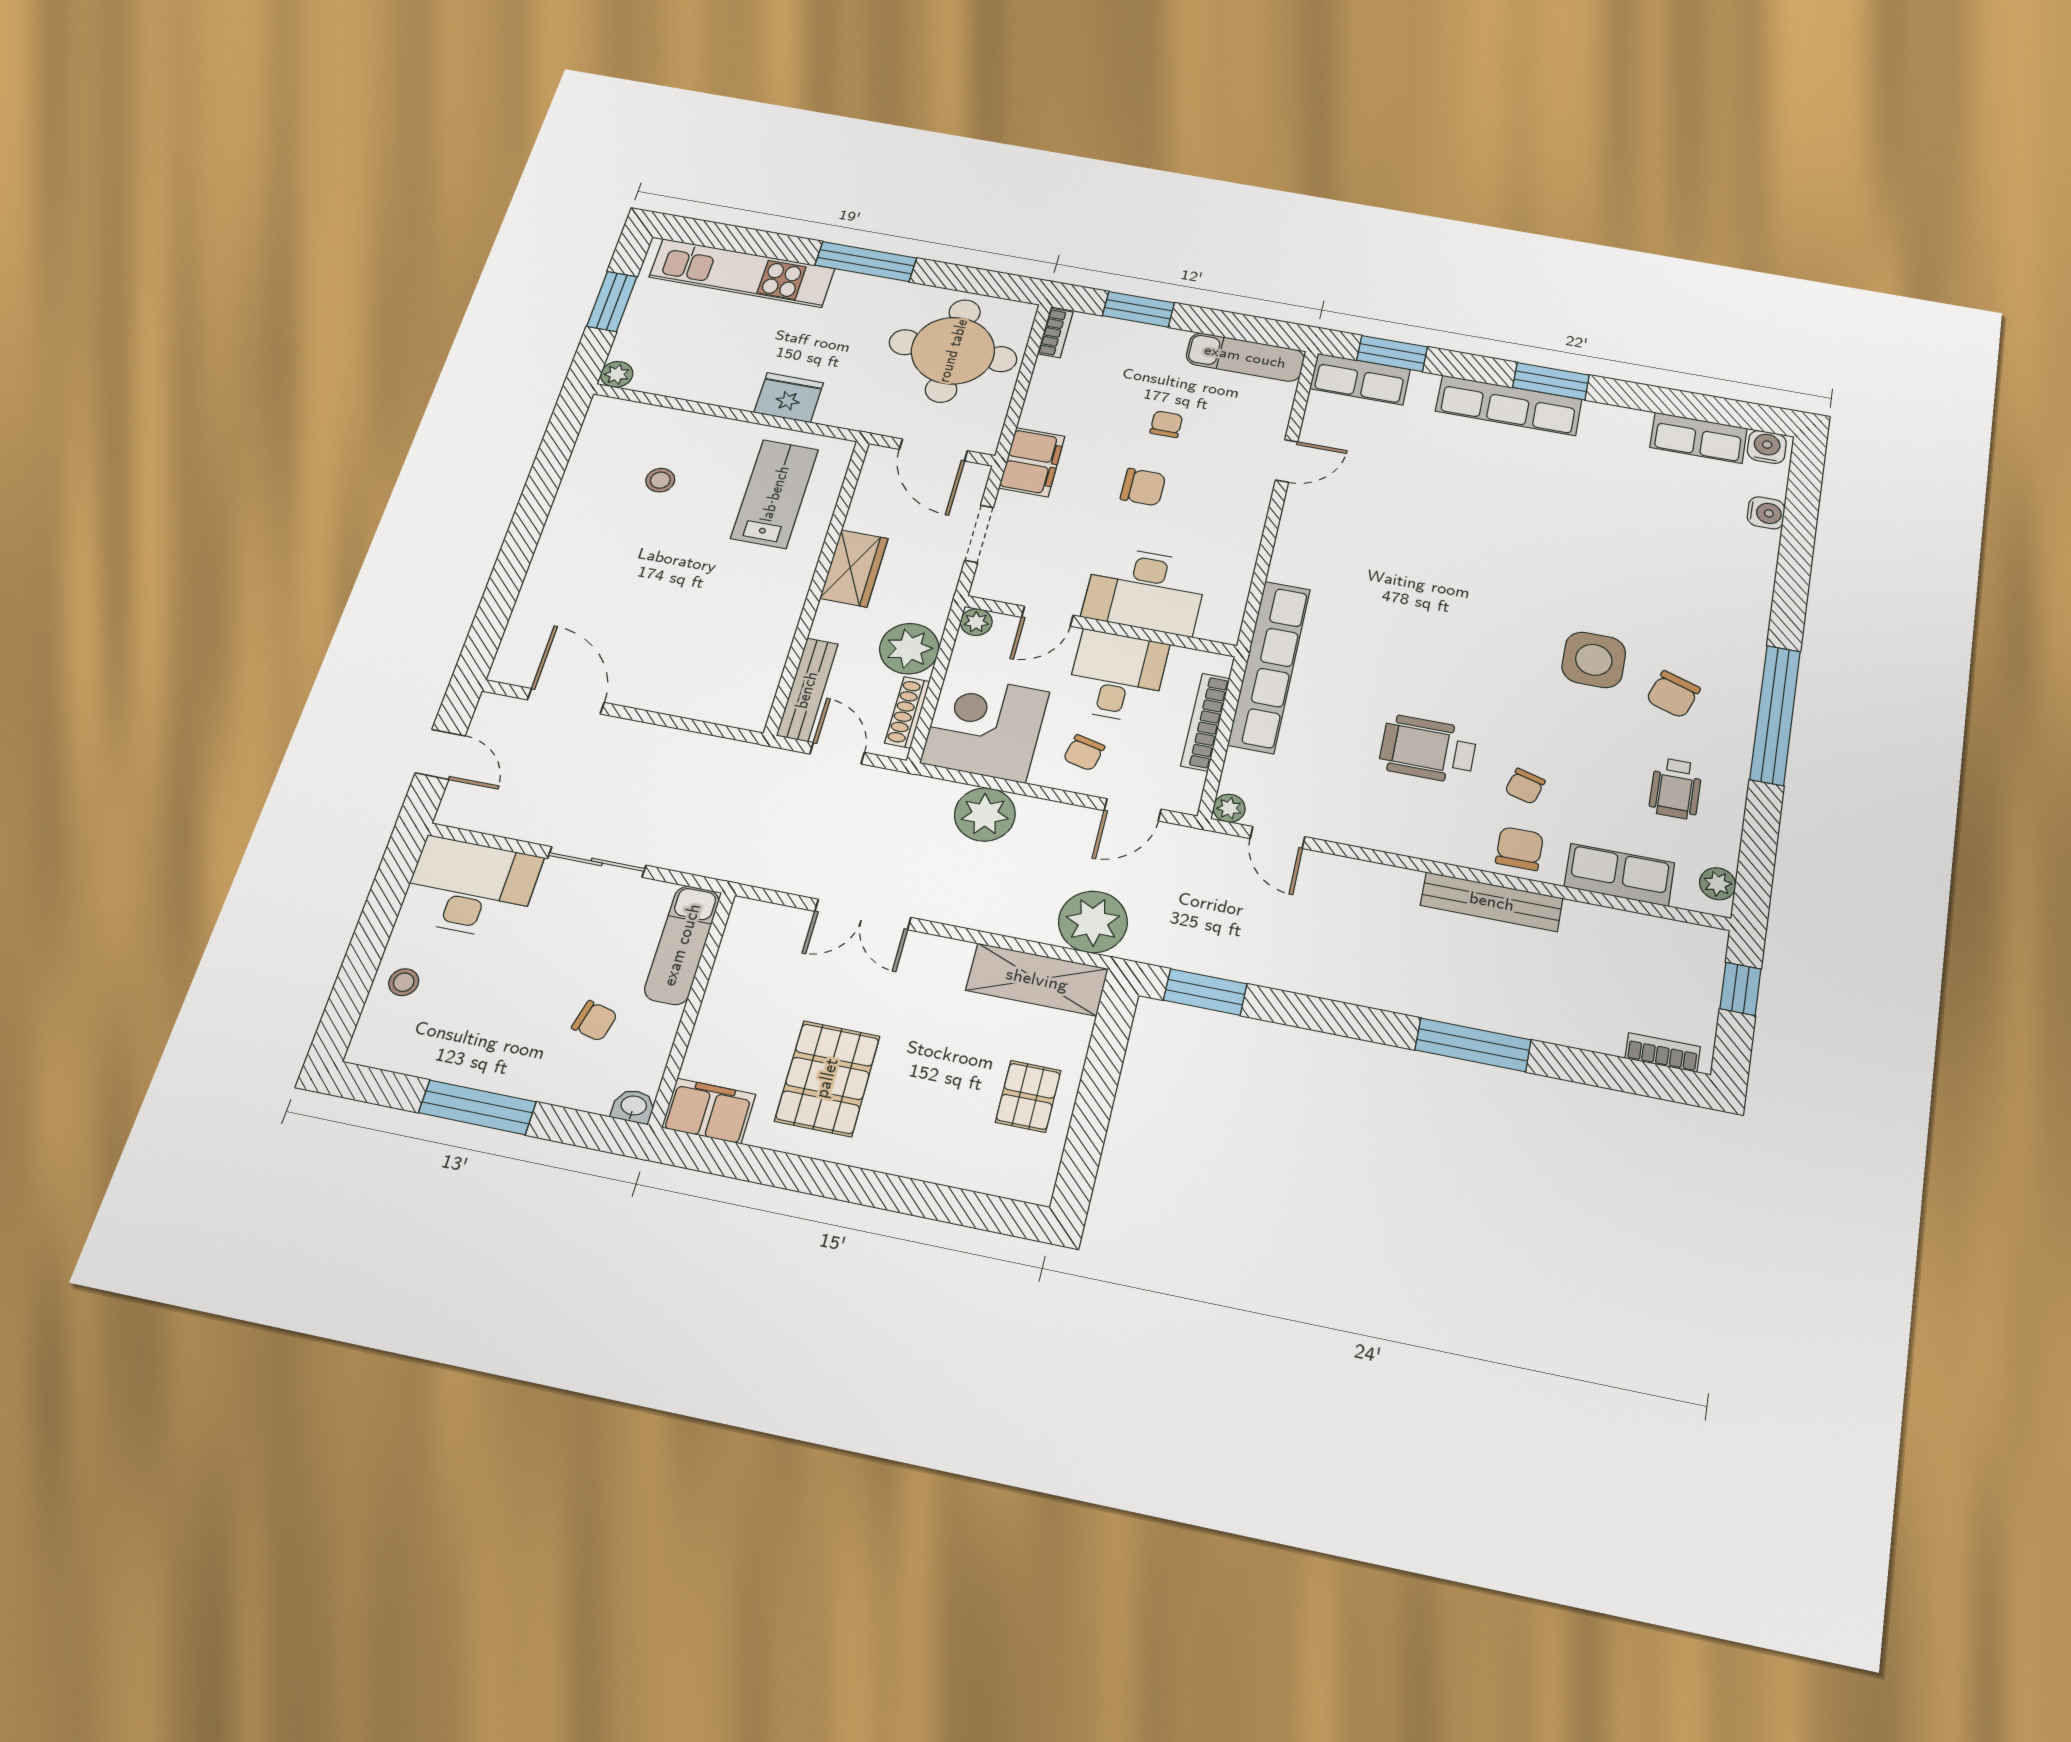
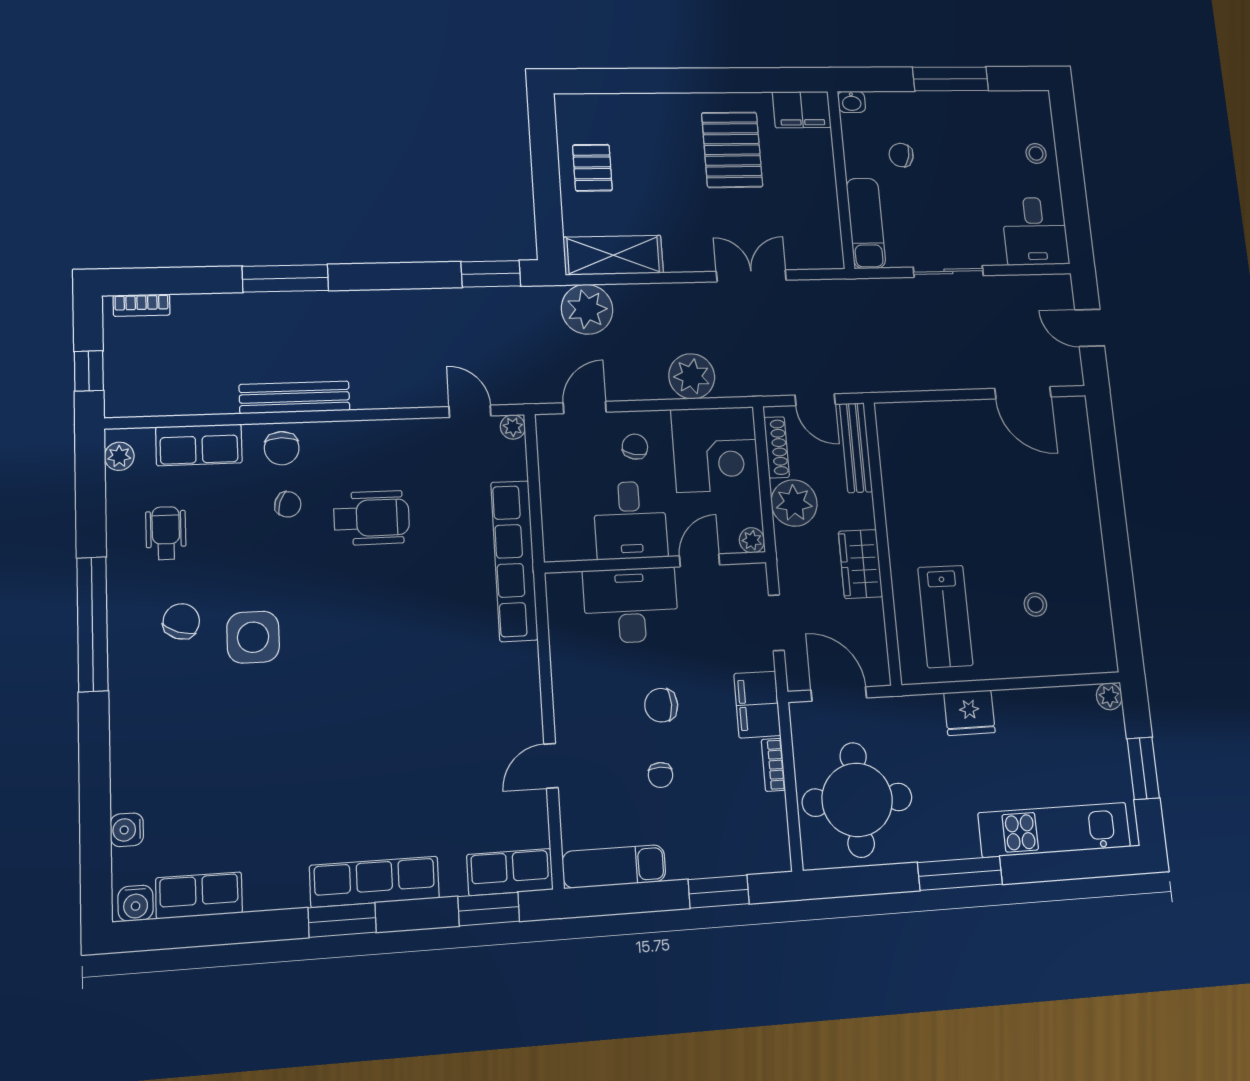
bookcase: (1055, 333) -> (773, 765), moved
bookcase: (1205, 722) -> (551, 497), removed
chair: (1525, 786) -> (288, 504), turned 92
desk: (471, 888) -> (1035, 231), width x0.73

